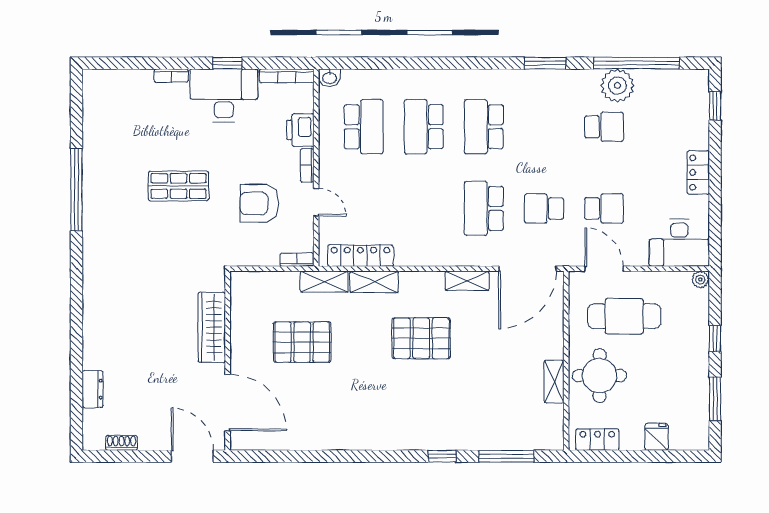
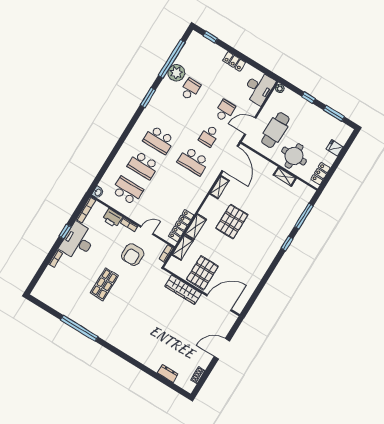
wardrobe: (212, 327) -> (183, 290), moved
wall: (228, 361) -> (201, 292), moved
door: (228, 403) -> (219, 303), moved

